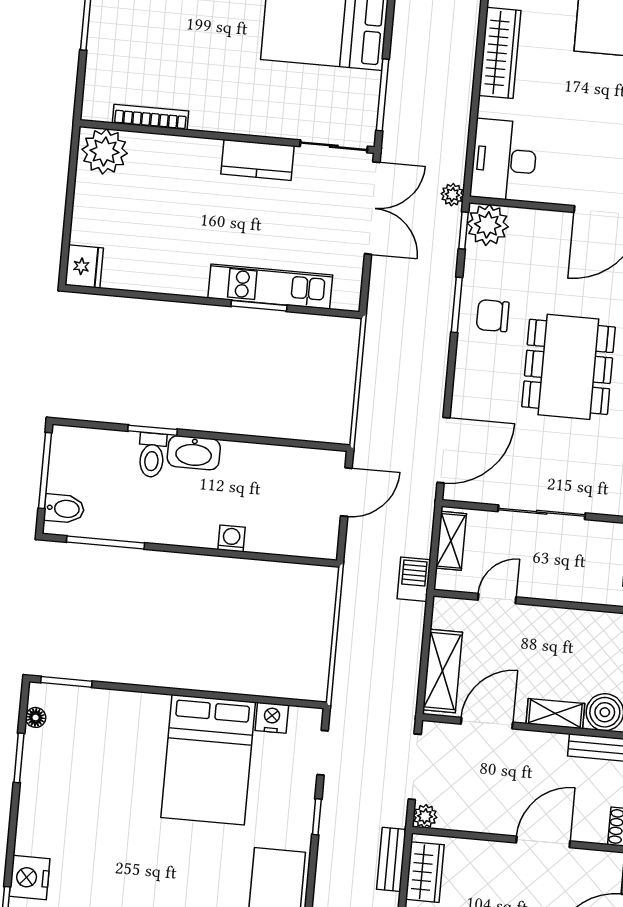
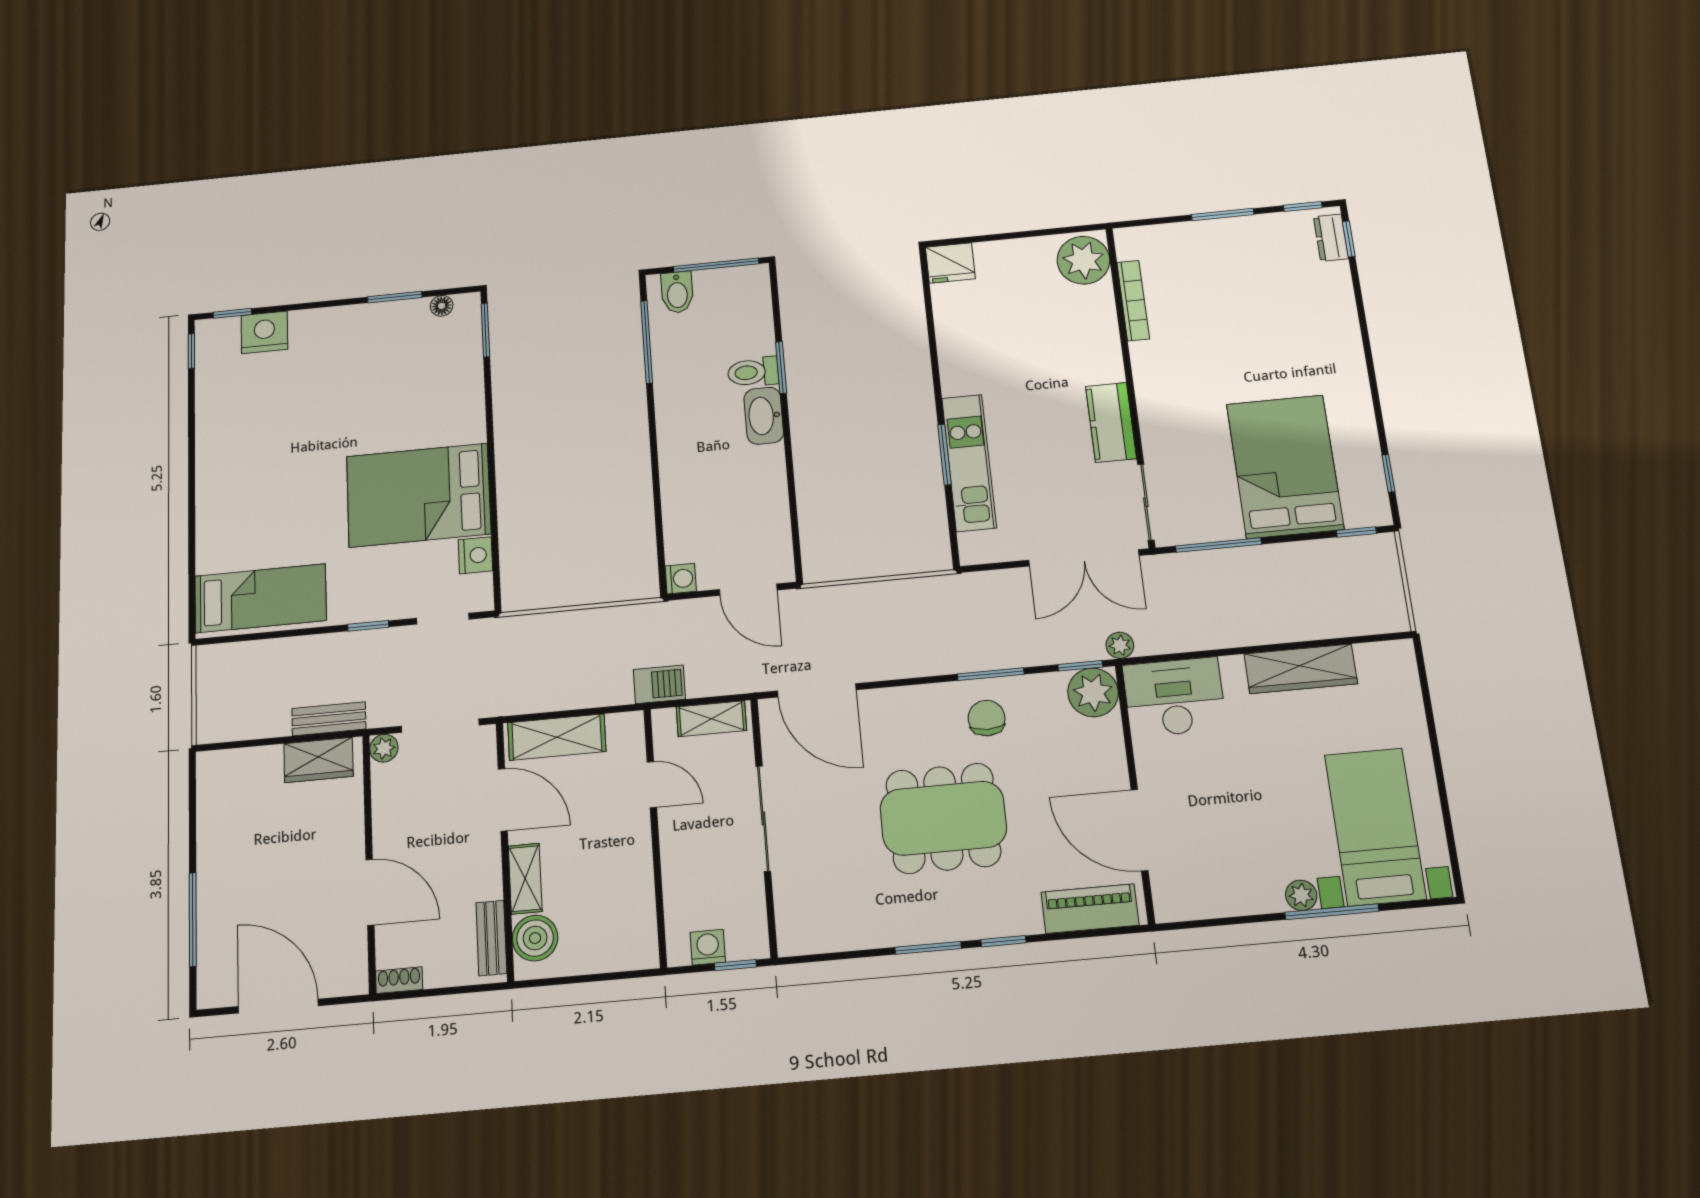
washing machine: (231, 538) -> (681, 579), moved

